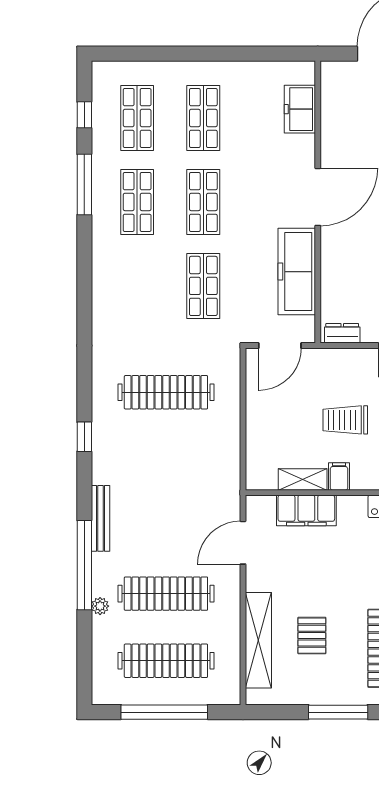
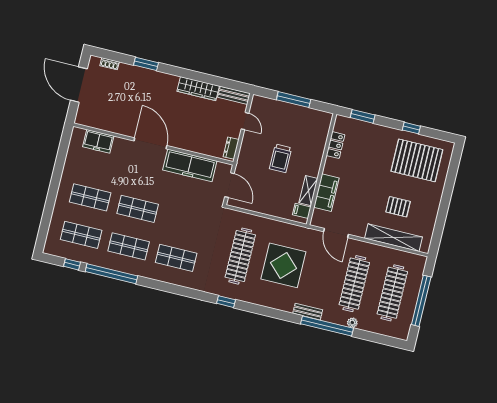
window: (84, 185) -> (111, 274), width x1.46
shop shelf: (203, 286) -> (176, 258), moved
window: (84, 437) -> (226, 302), moved
display table: (168, 468) -> (283, 265), added
filing cabinet: (339, 476) -> (302, 211), moved
bench: (101, 518) -> (308, 312), width x0.73
window: (338, 712) -> (445, 202), removed

